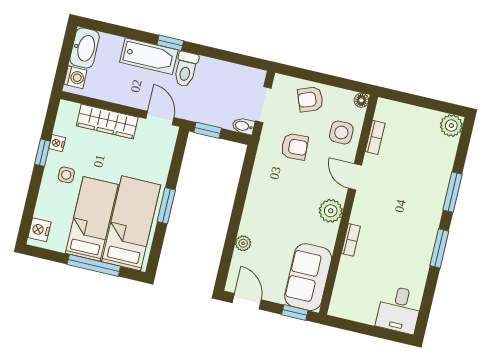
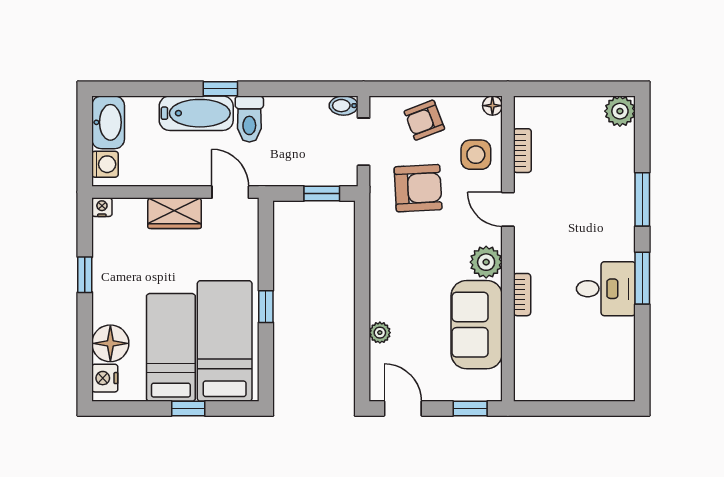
wardrobe: (107, 122) -> (175, 213), width x0.67
bidet: (243, 126) -> (344, 106), moved
window: (208, 130) -> (322, 193), moved
nightstand: (57, 143) -> (102, 207), moved, turned 90
armchair: (295, 147) -> (418, 188), width x1.38, depth x1.38
side table: (66, 175) -> (123, 297), removed
floor lamp: (49, 206) -> (110, 343), added
window: (166, 206) -> (266, 307), width x0.67
window: (94, 265) -> (188, 409), width x0.46
sofa: (308, 277) -> (477, 325), moved
desk: (399, 310) -> (606, 289), moved, turned -90

